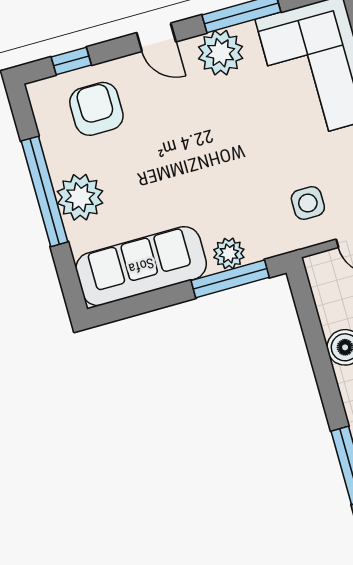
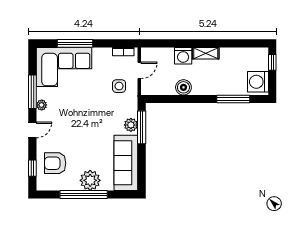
plant: (221, 53) -> (42, 105), width x0.53, depth x0.53

